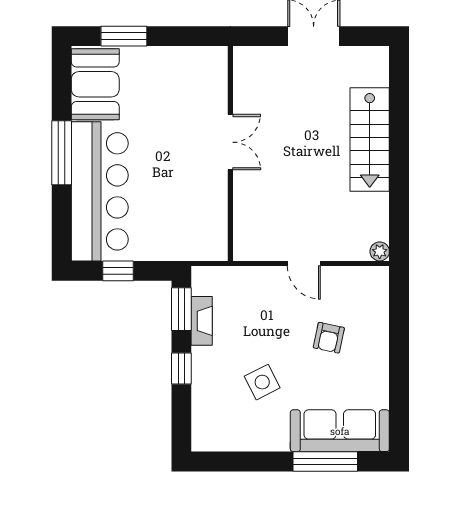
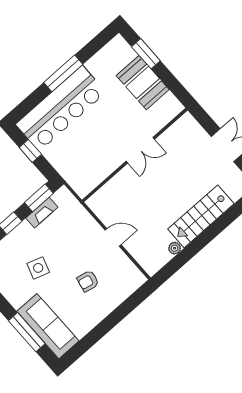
booth: (95, 84) -> (143, 83), moved, turned 90
plant: (380, 251) -> (175, 248), moved
door: (304, 263) -> (113, 237), swing flipped
side table: (262, 382) -> (38, 268), turned 45

